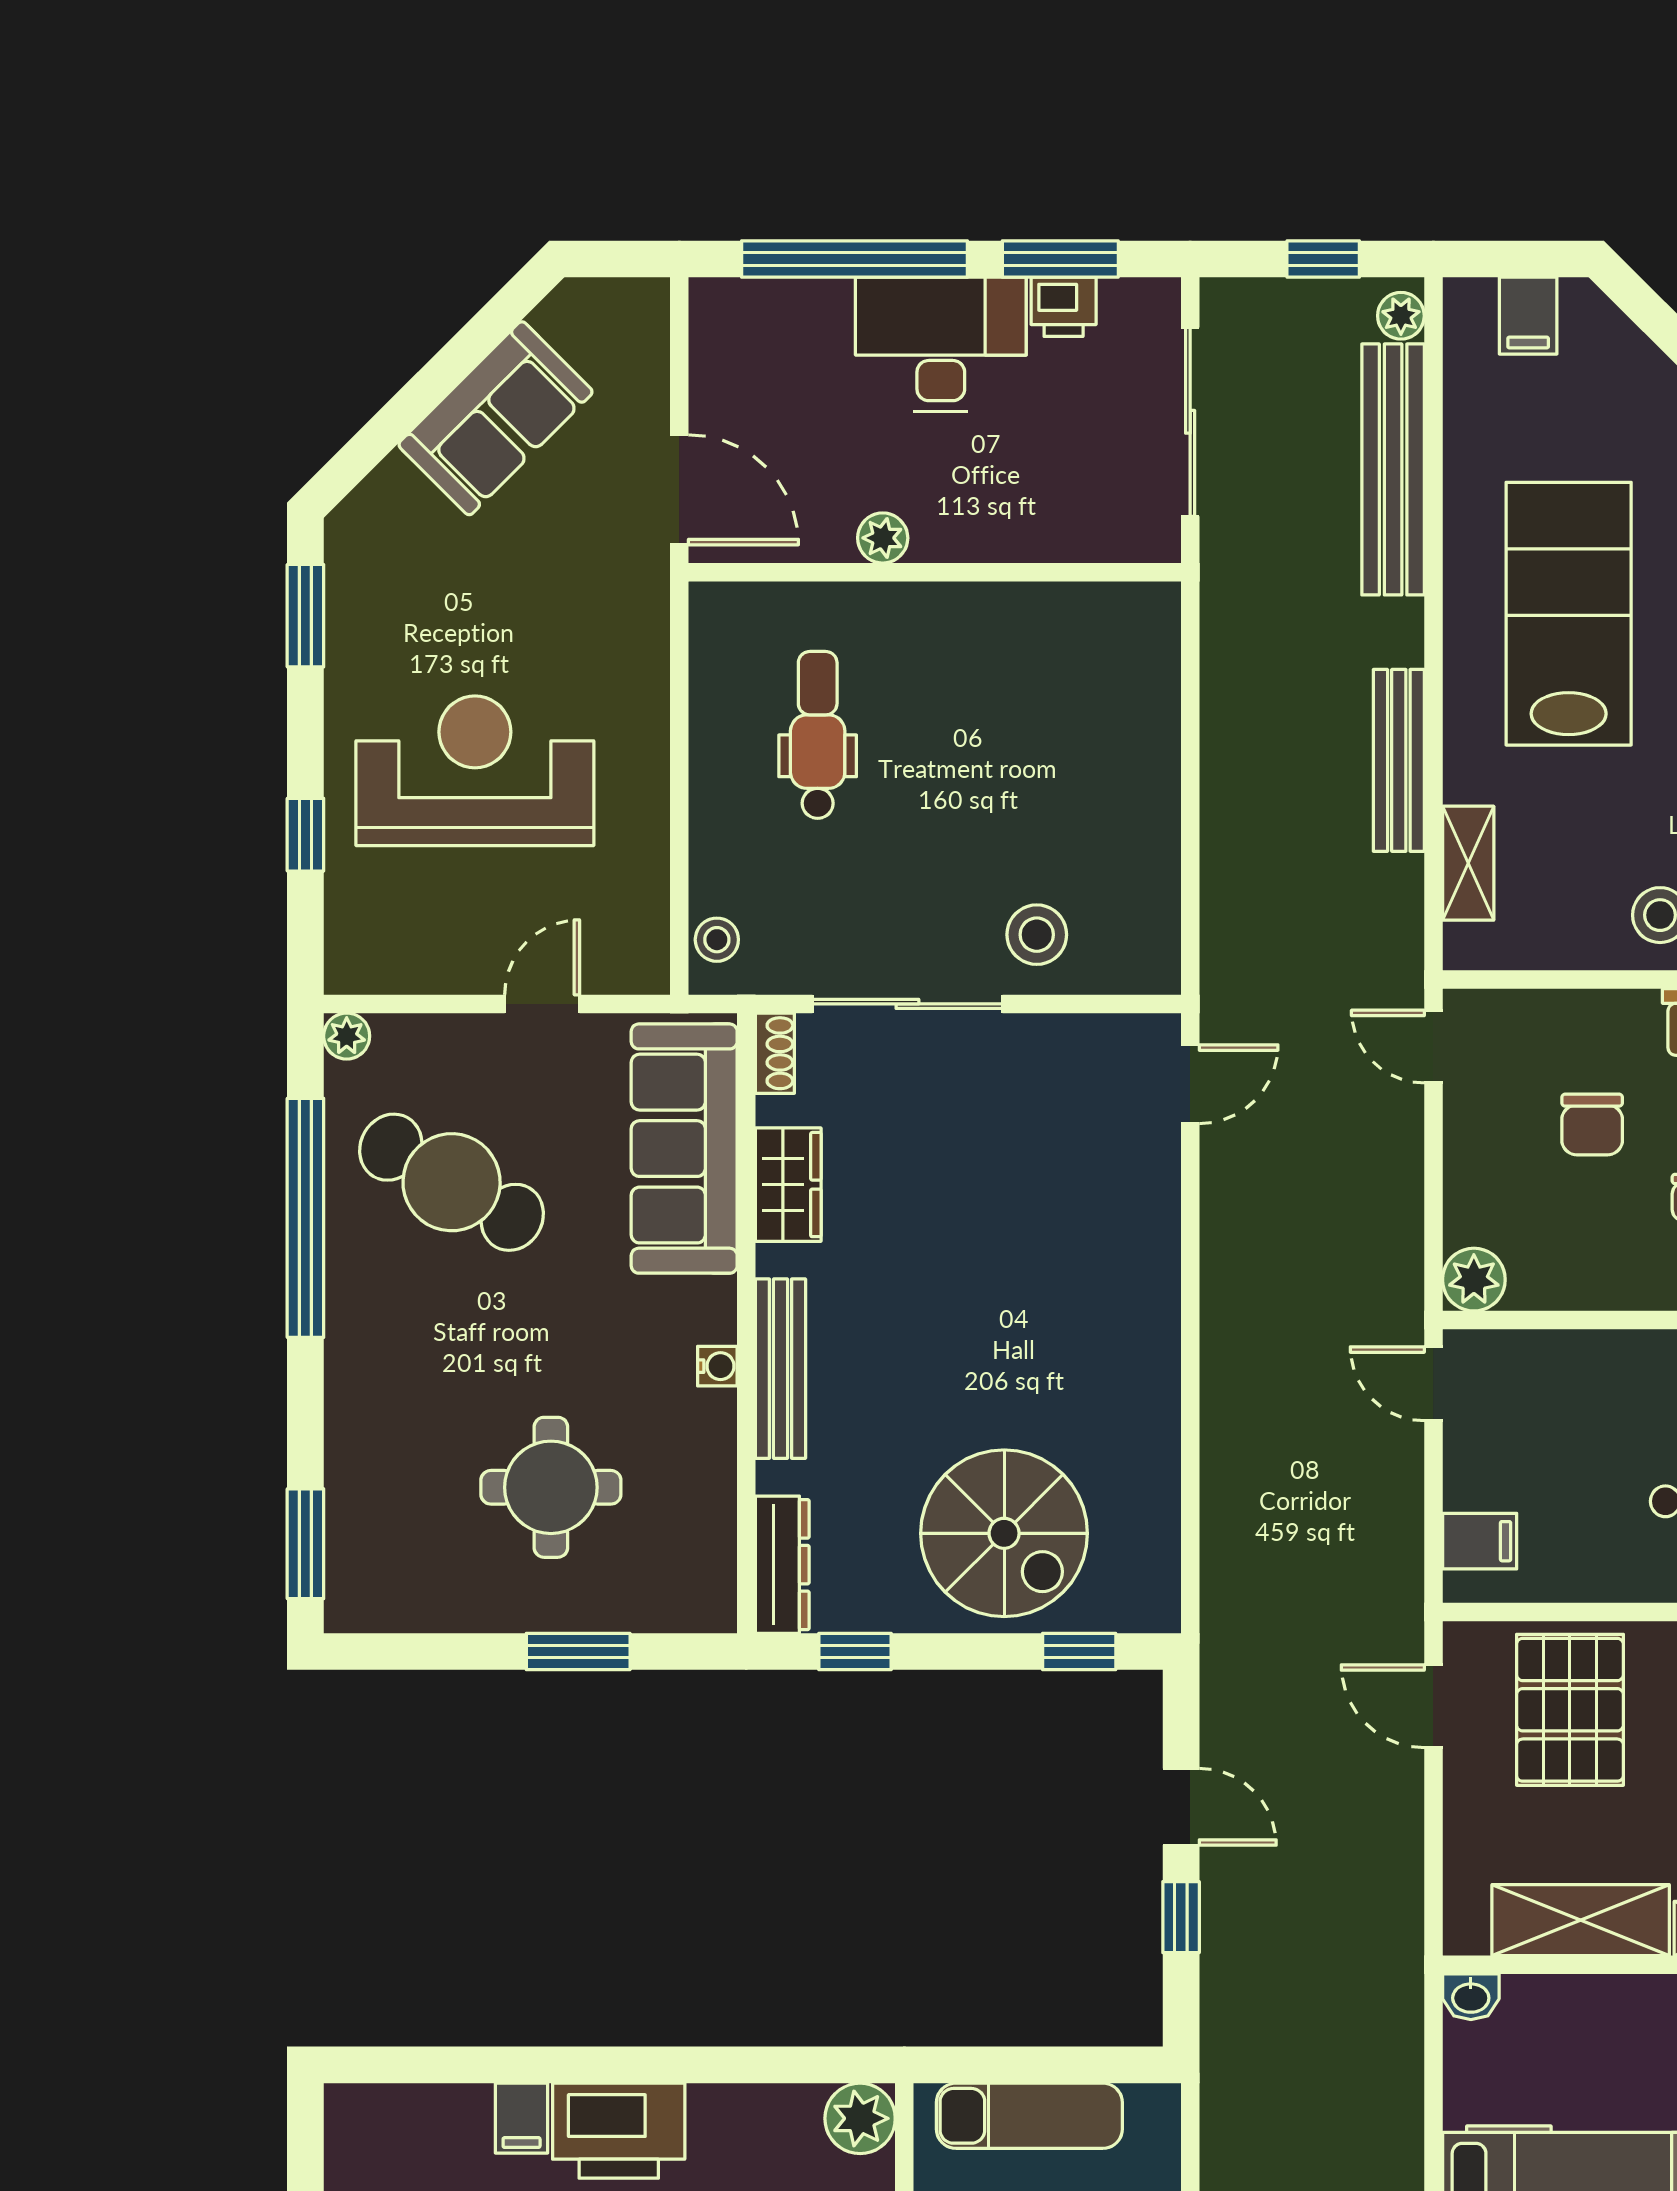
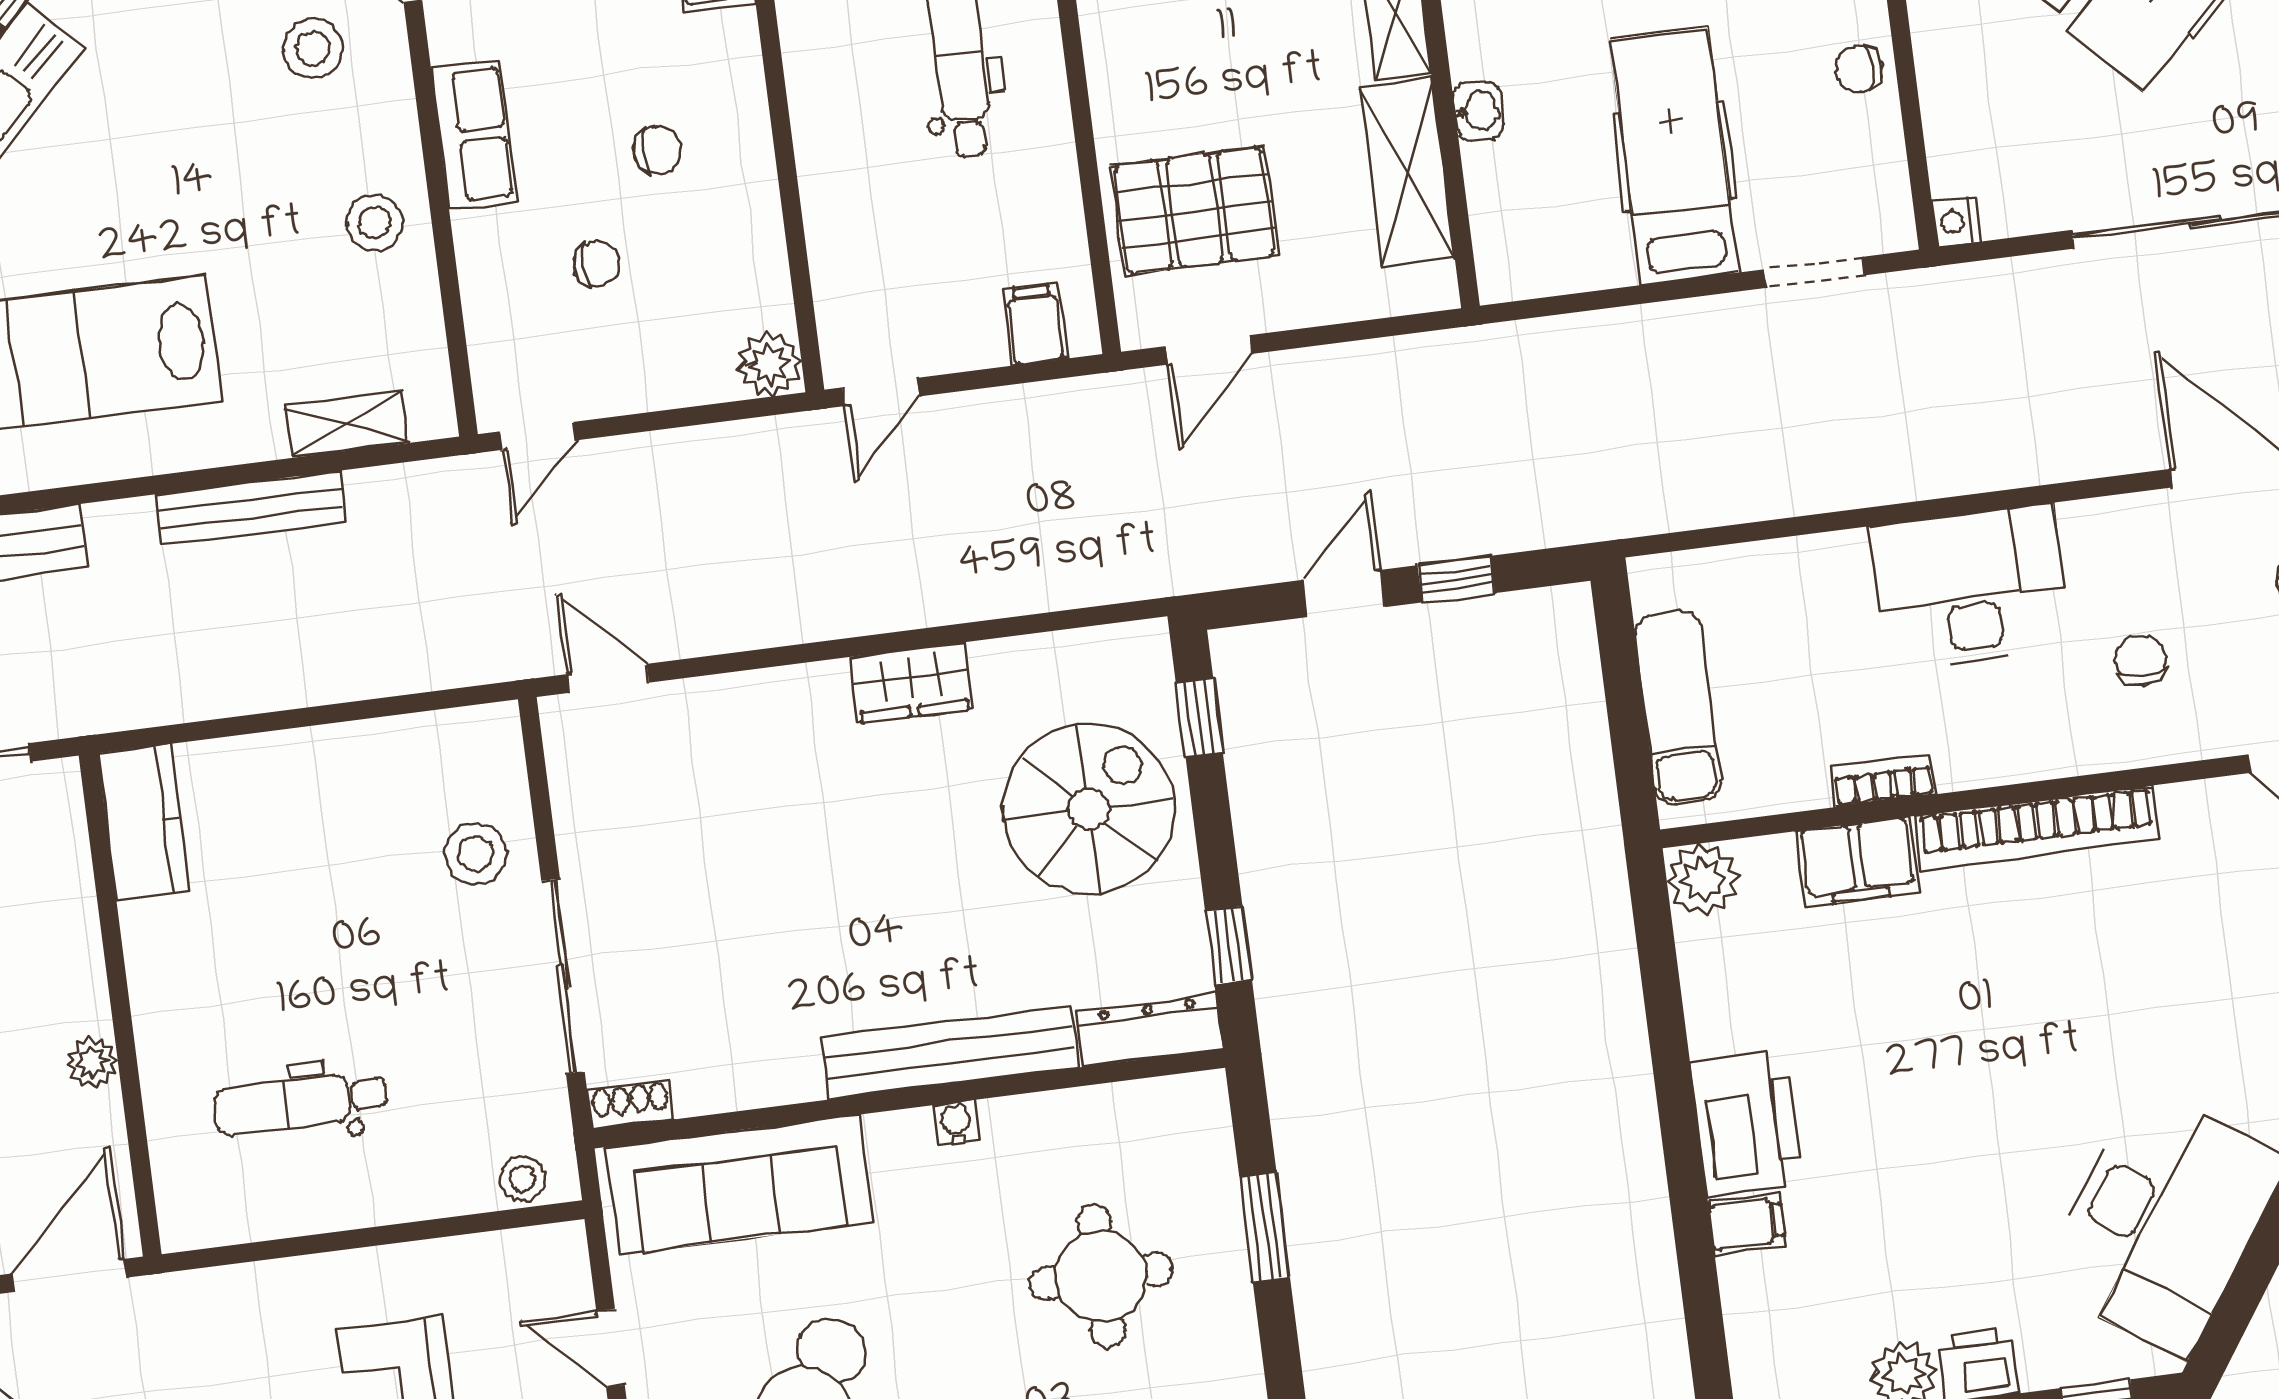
kitchen counter: (1108, 618) -> (144, 822), added
chair: (1592, 1124) -> (596, 264), width x0.73, depth x0.73
wardrobe: (788, 1185) -> (911, 683), moved, turned 180
bench: (780, 1369) -> (950, 1053), width x1.37, depth x1.21
washbasin: (1471, 1997) -> (1478, 111), moved

